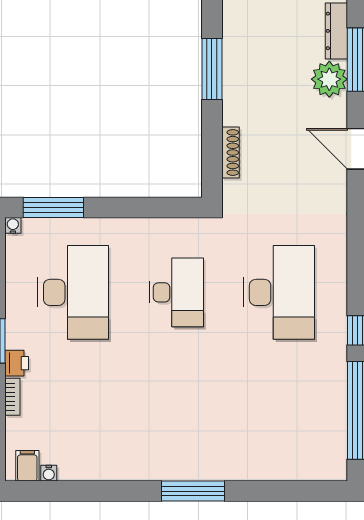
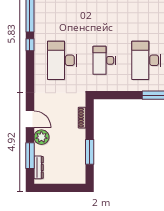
plant: (329, 79) -> (41, 137), moved

